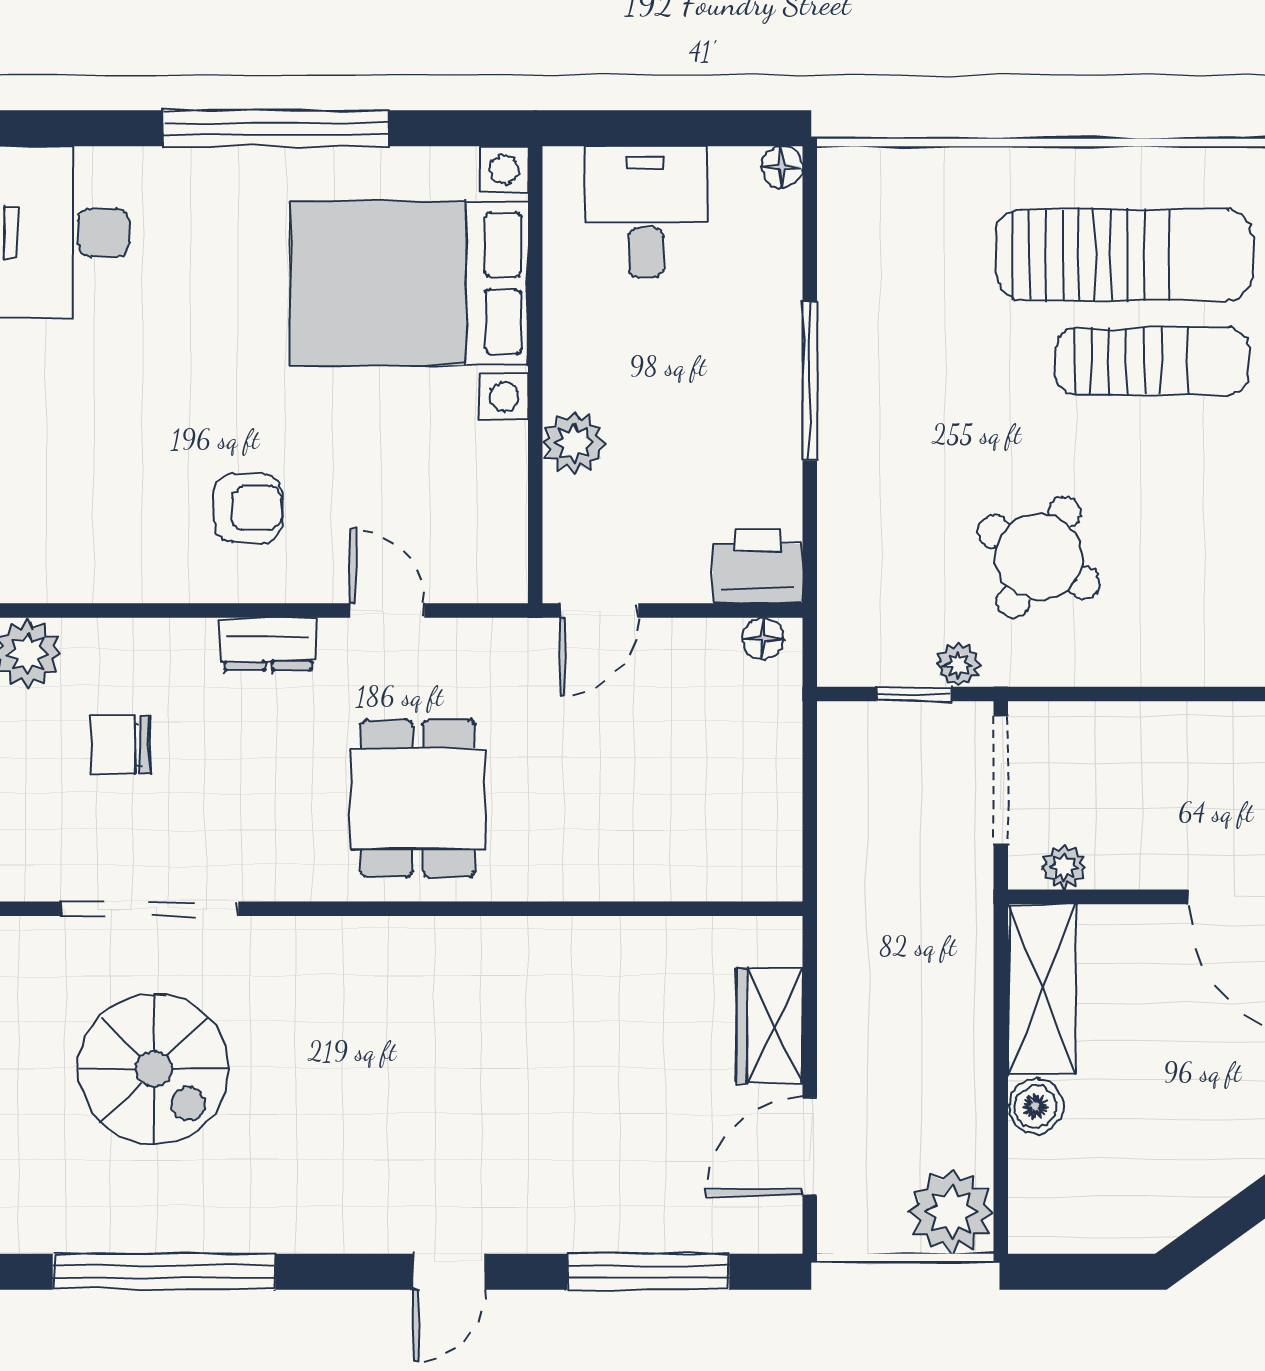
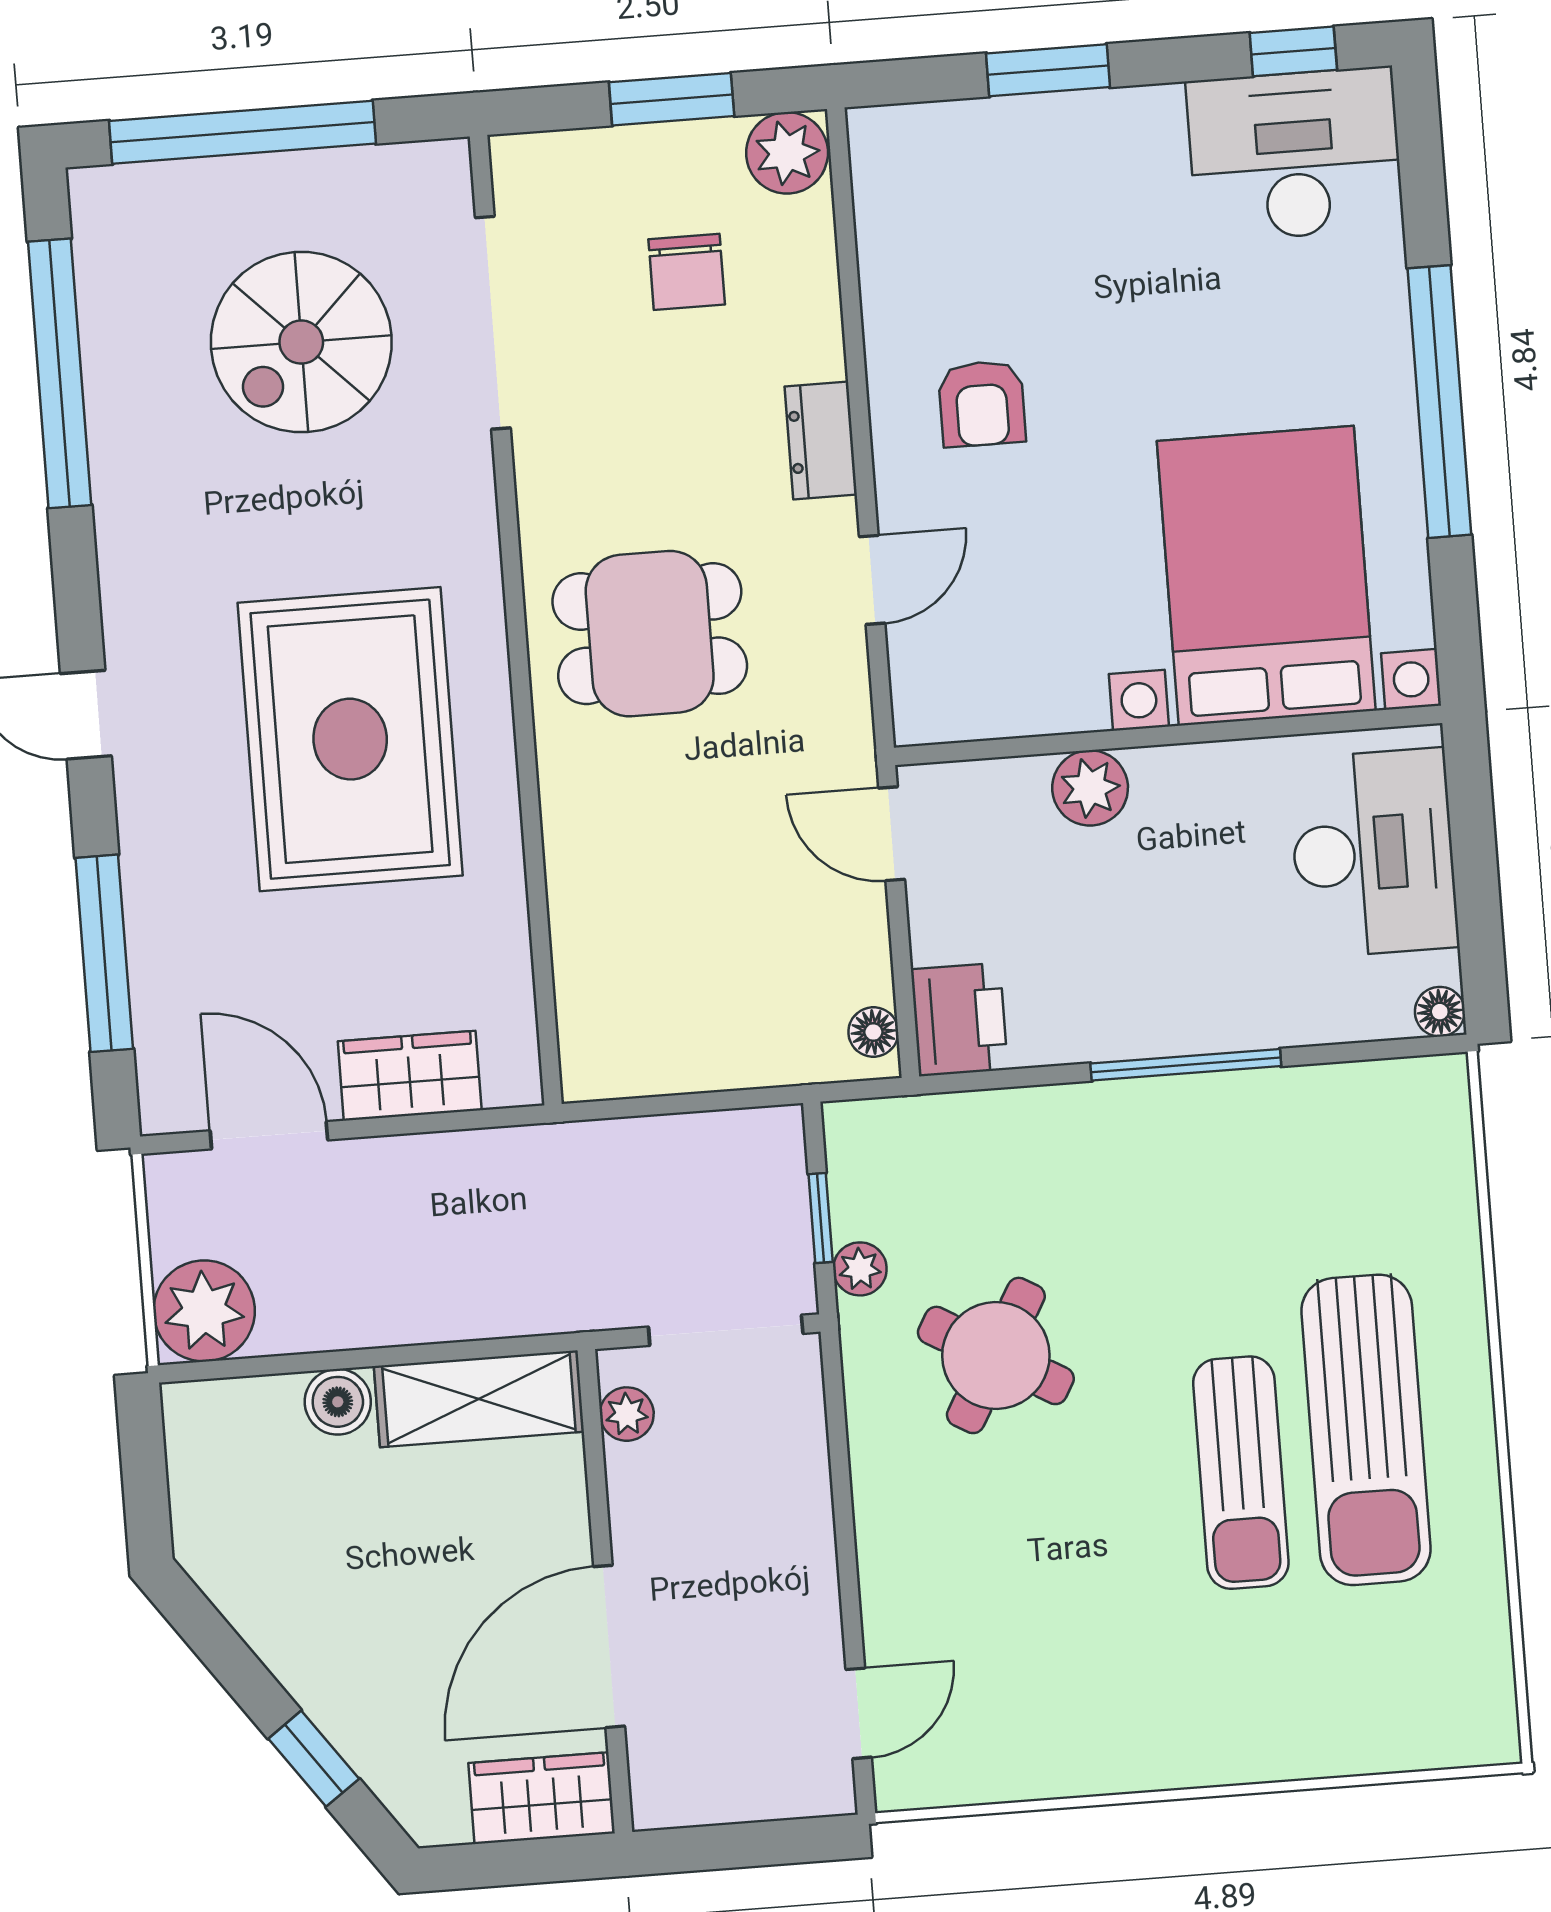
desk: (646, 212) -> (1373, 853), width x1.37
chair: (120, 745) -> (687, 272), turned 180
rug: (486, 1054) -> (350, 739), added

